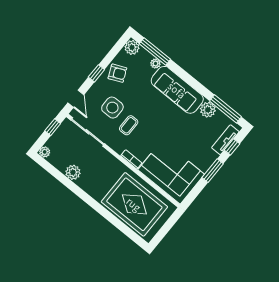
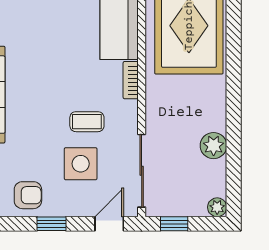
armchair: (117, 73) -> (28, 195), turned 114

